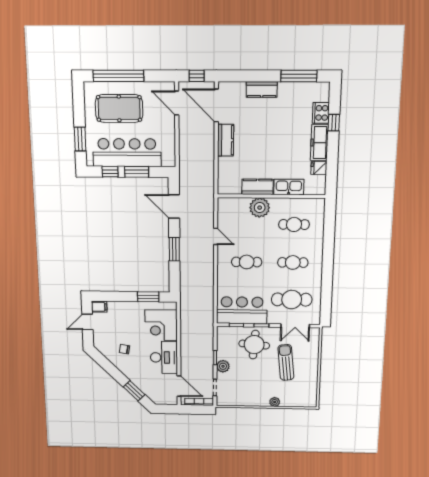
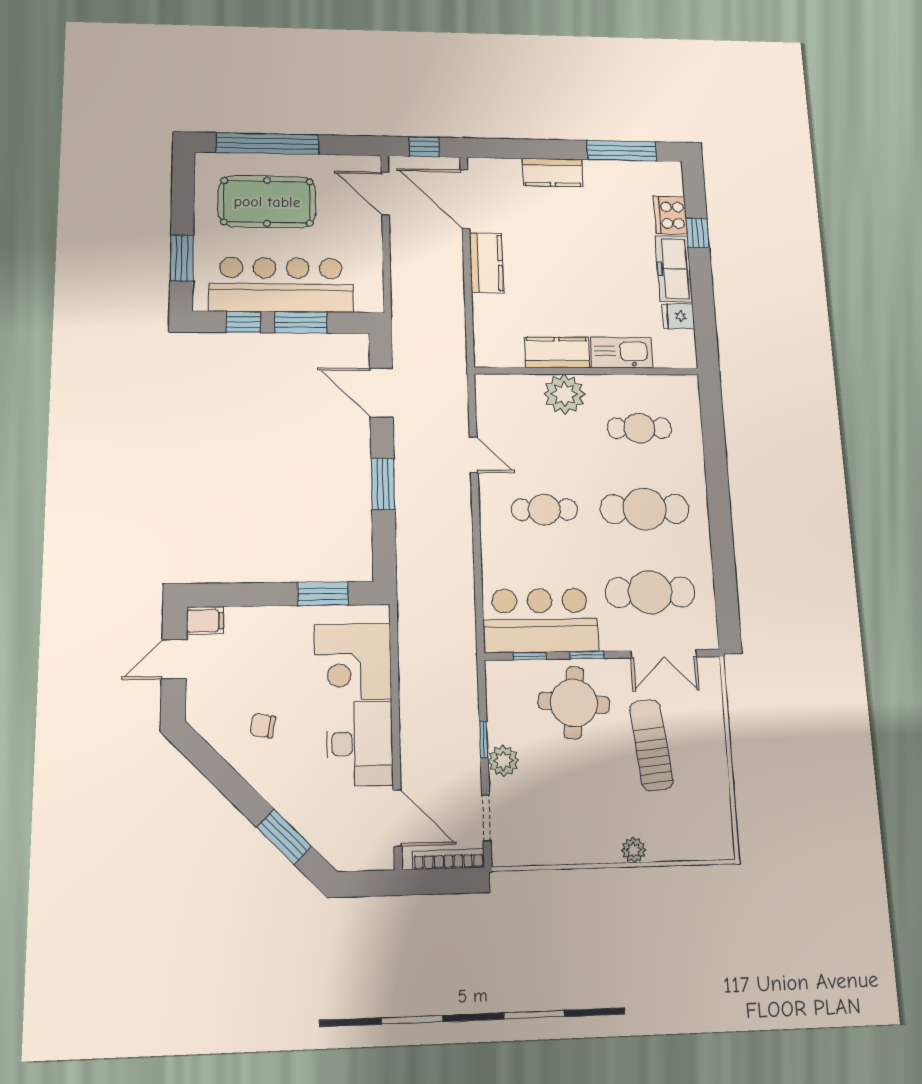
cafe table: (293, 262) -> (645, 509), width x1.37, depth x1.35

